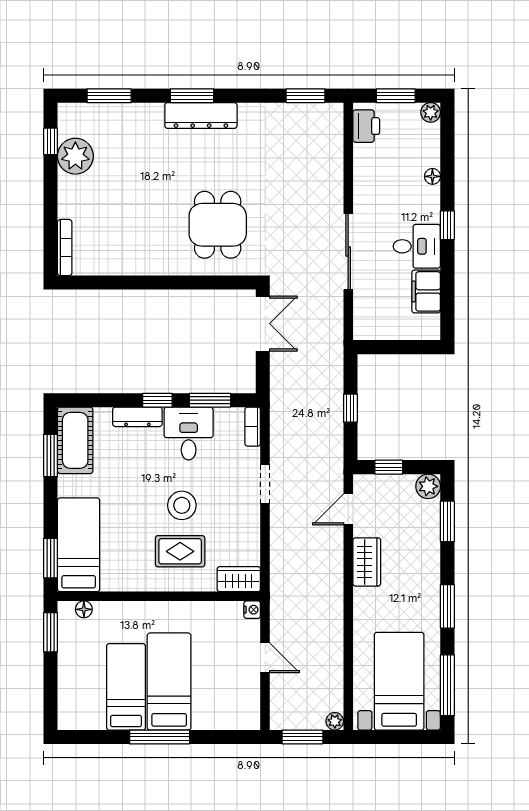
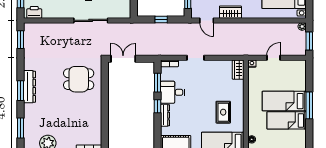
stool: (182, 505) -> (205, 95), removed
rug: (180, 551) -> (223, 112), moved

